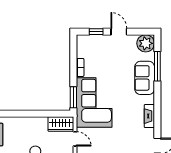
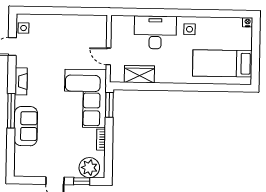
plant: (146, 43) -> (89, 168), moved
window: (157, 66) -> (11, 111), moved
wardrobe: (61, 124) -> (139, 74), moved

